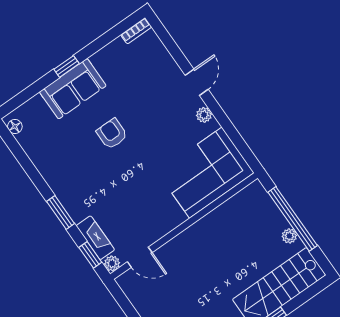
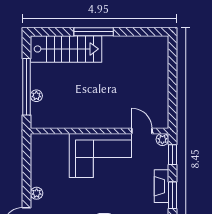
corner sofa: (206, 173) -> (100, 155), moved
plant: (289, 236) -> (36, 96), moved
fireplace: (95, 238) -> (161, 186), moved

